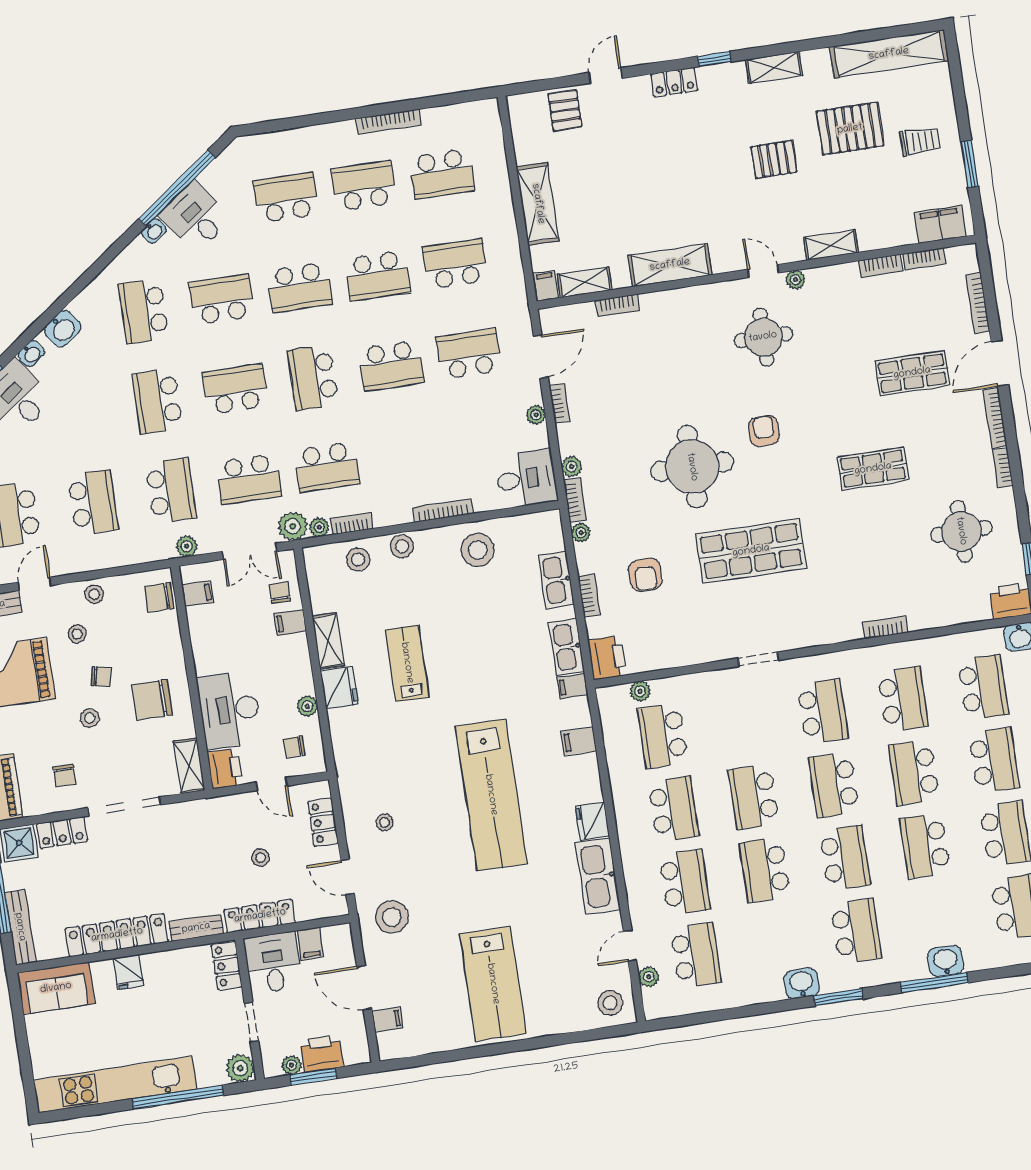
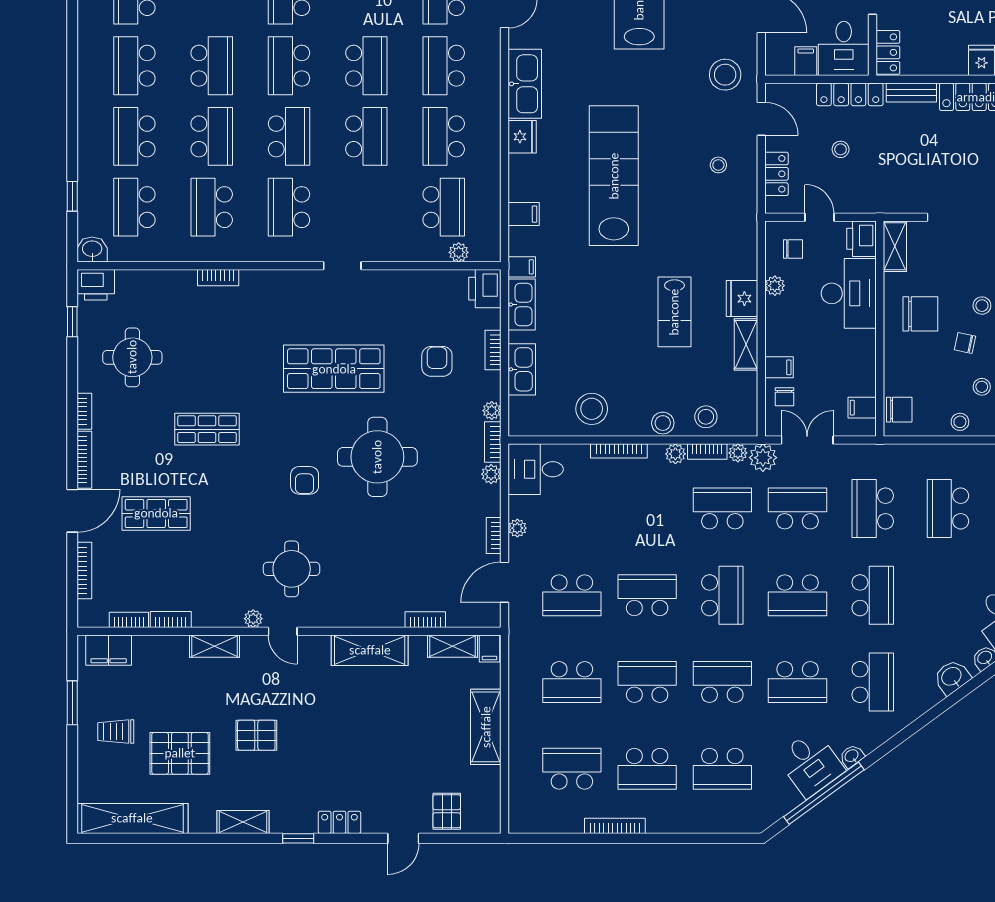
plant: (187, 546) -> (675, 454), moved

